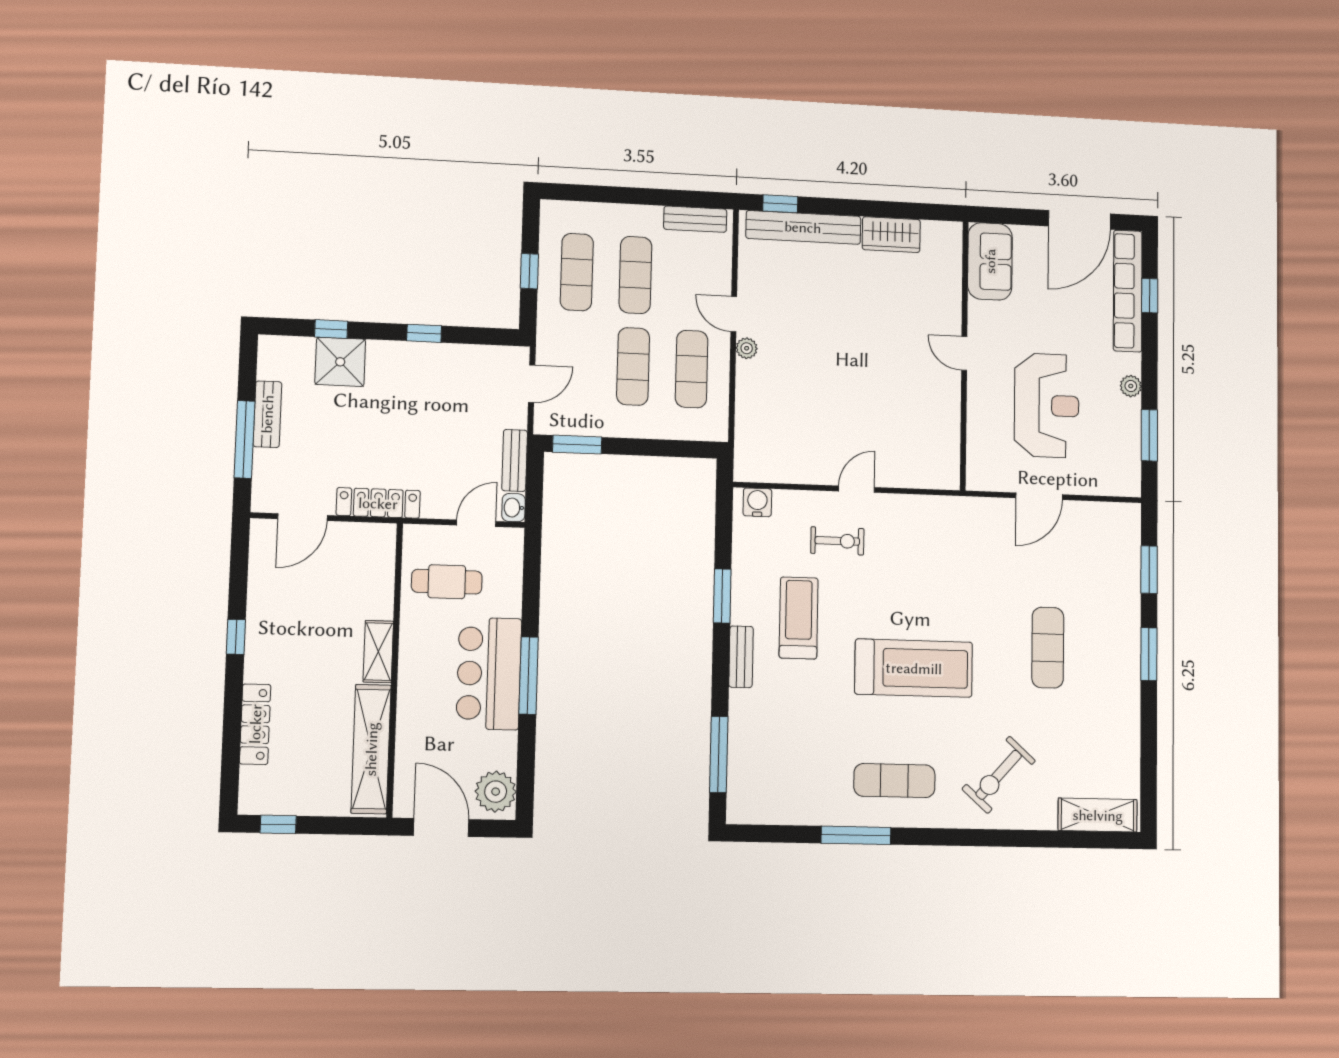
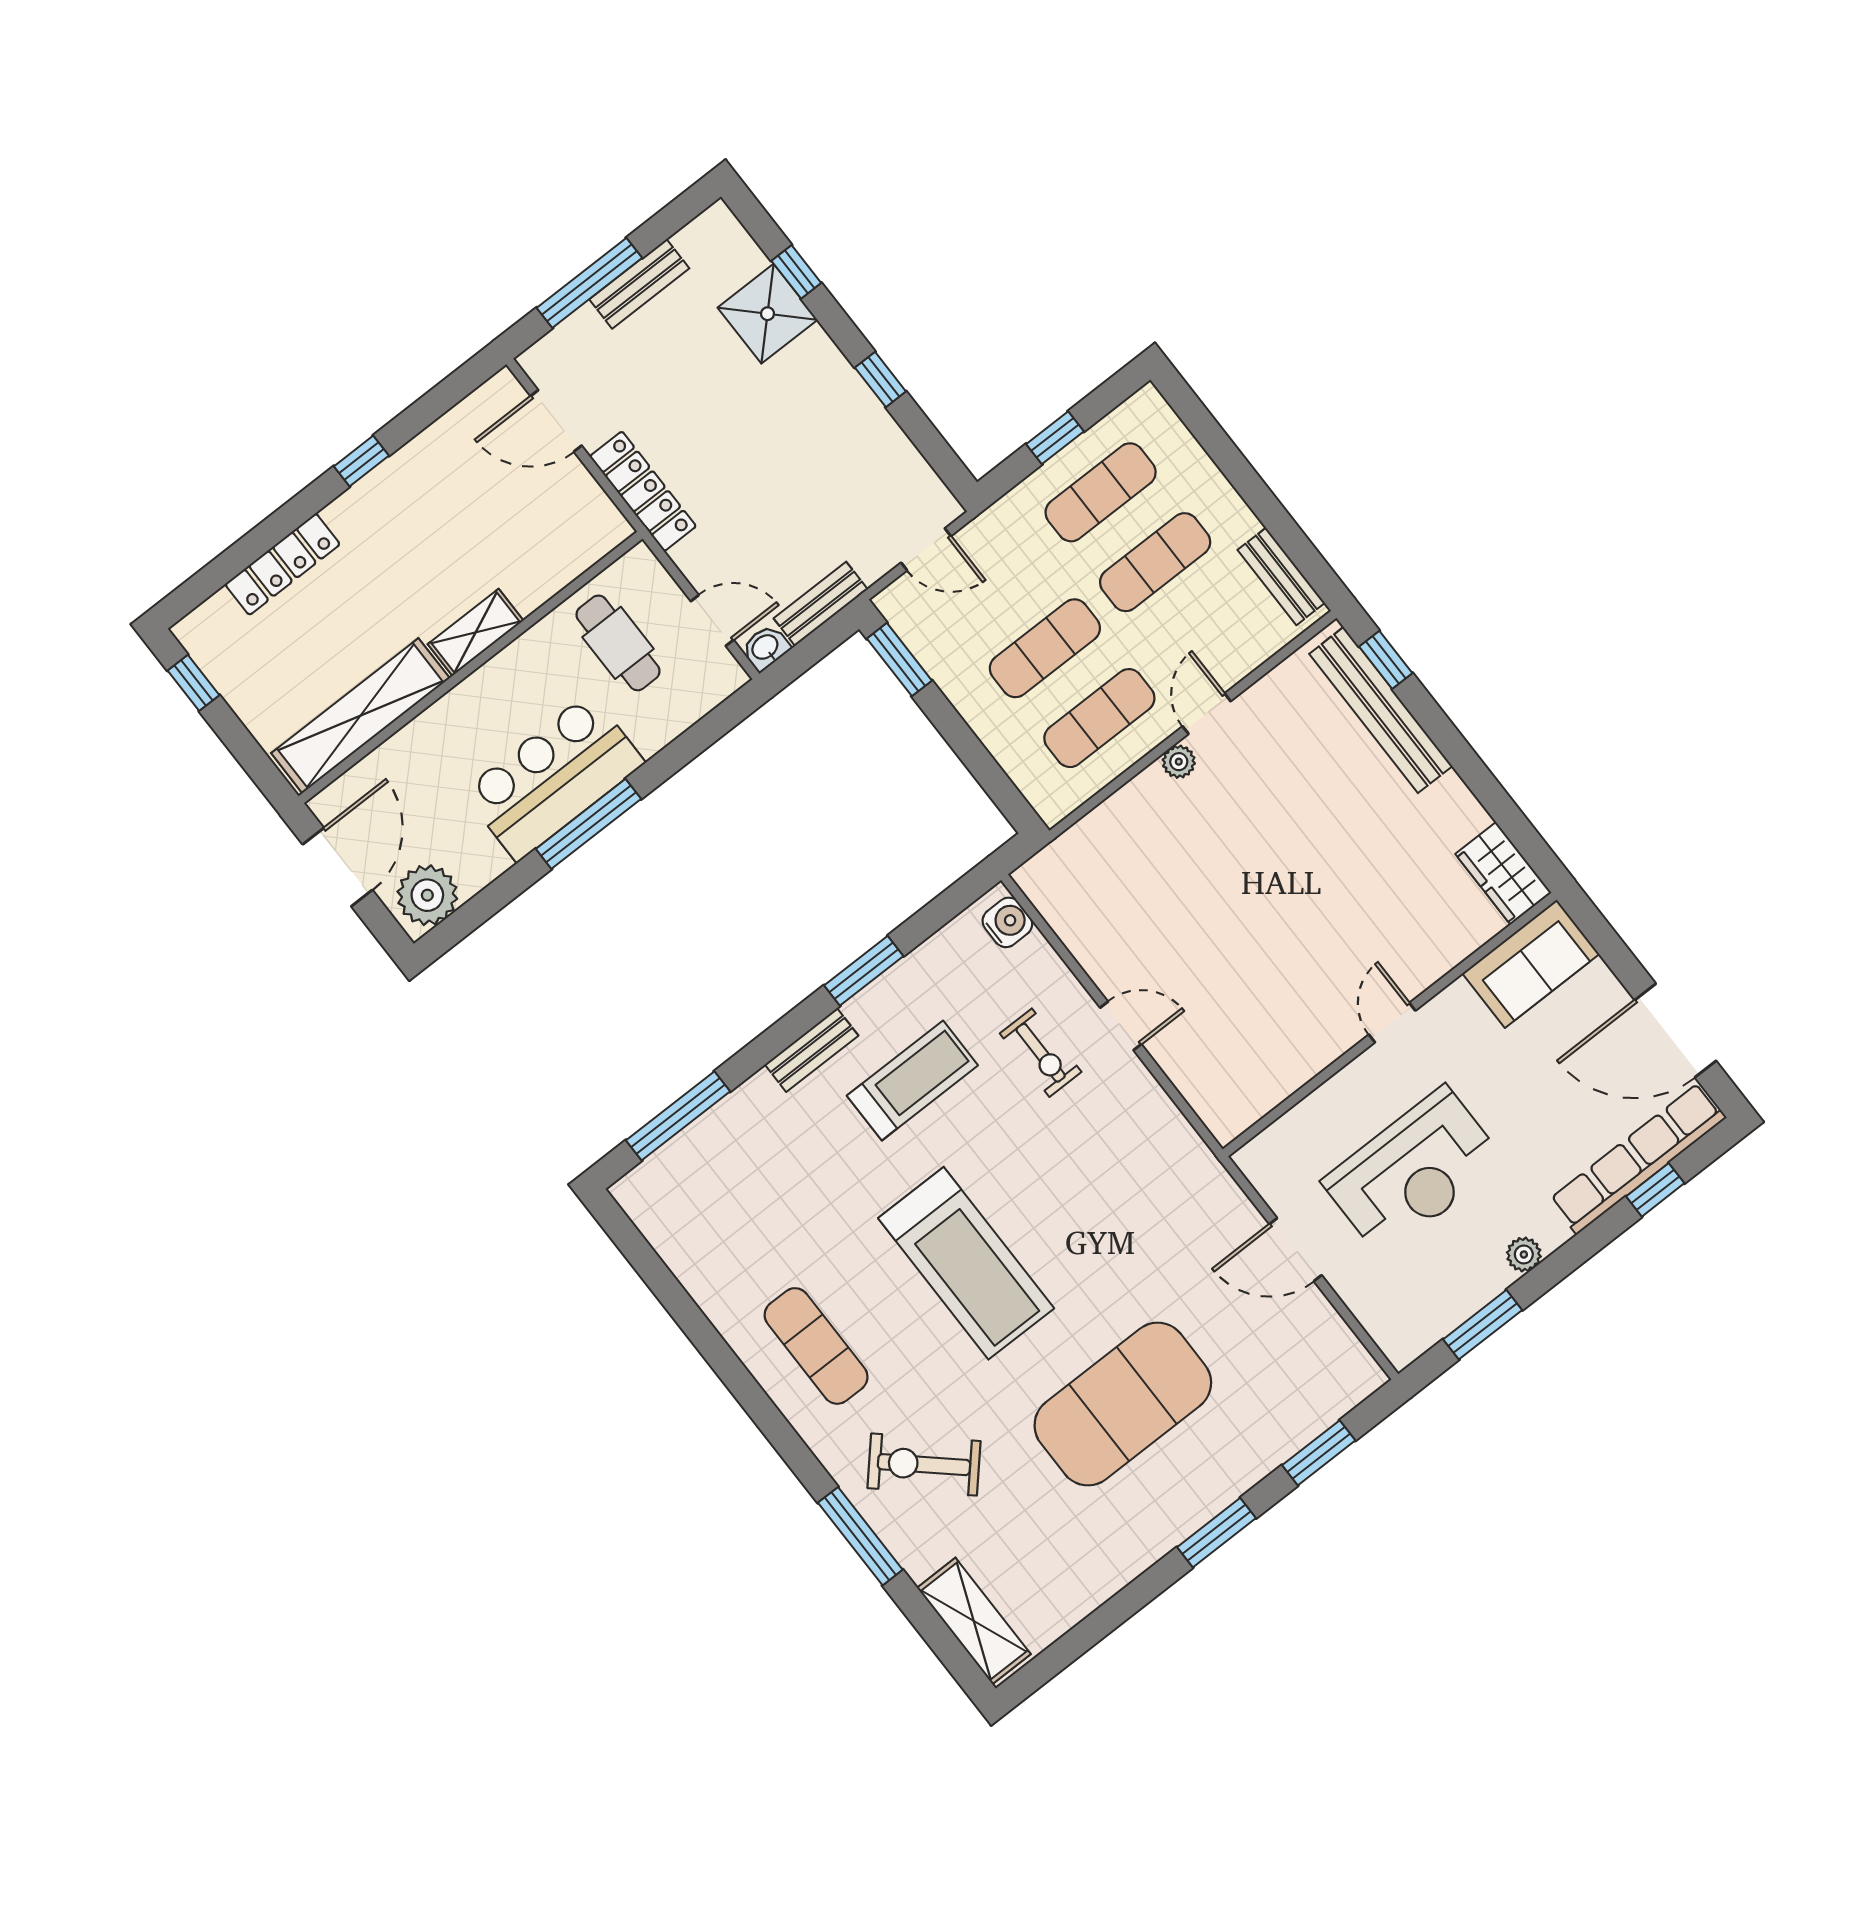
wardrobe: (891, 235) -> (1503, 873), moved
exercise mat: (1048, 648) -> (1123, 1404), width x2.00, depth x1.45
window: (856, 835) -> (860, 1536), moved

